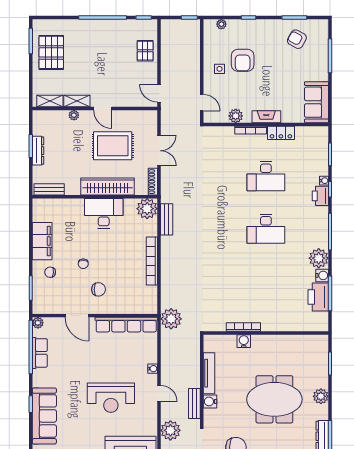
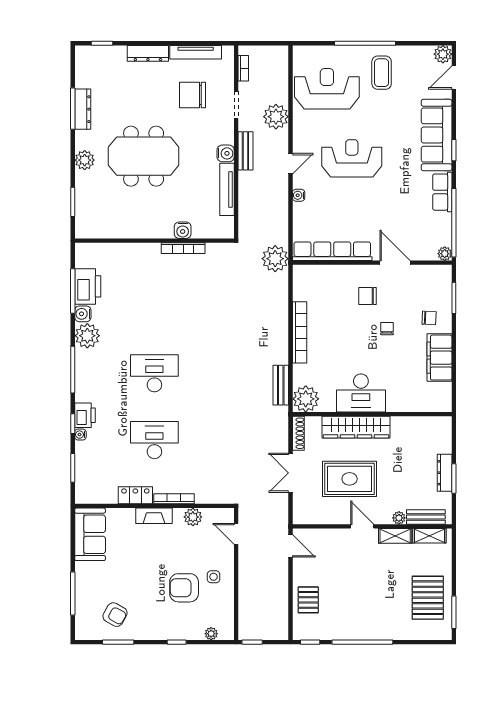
armchair: (243, 60) -> (184, 588), turned -90
bench: (49, 189) -> (426, 517), moved
row of seats: (40, 353) -> (442, 192), moved
door: (159, 393) -> (291, 164), swing flipped

